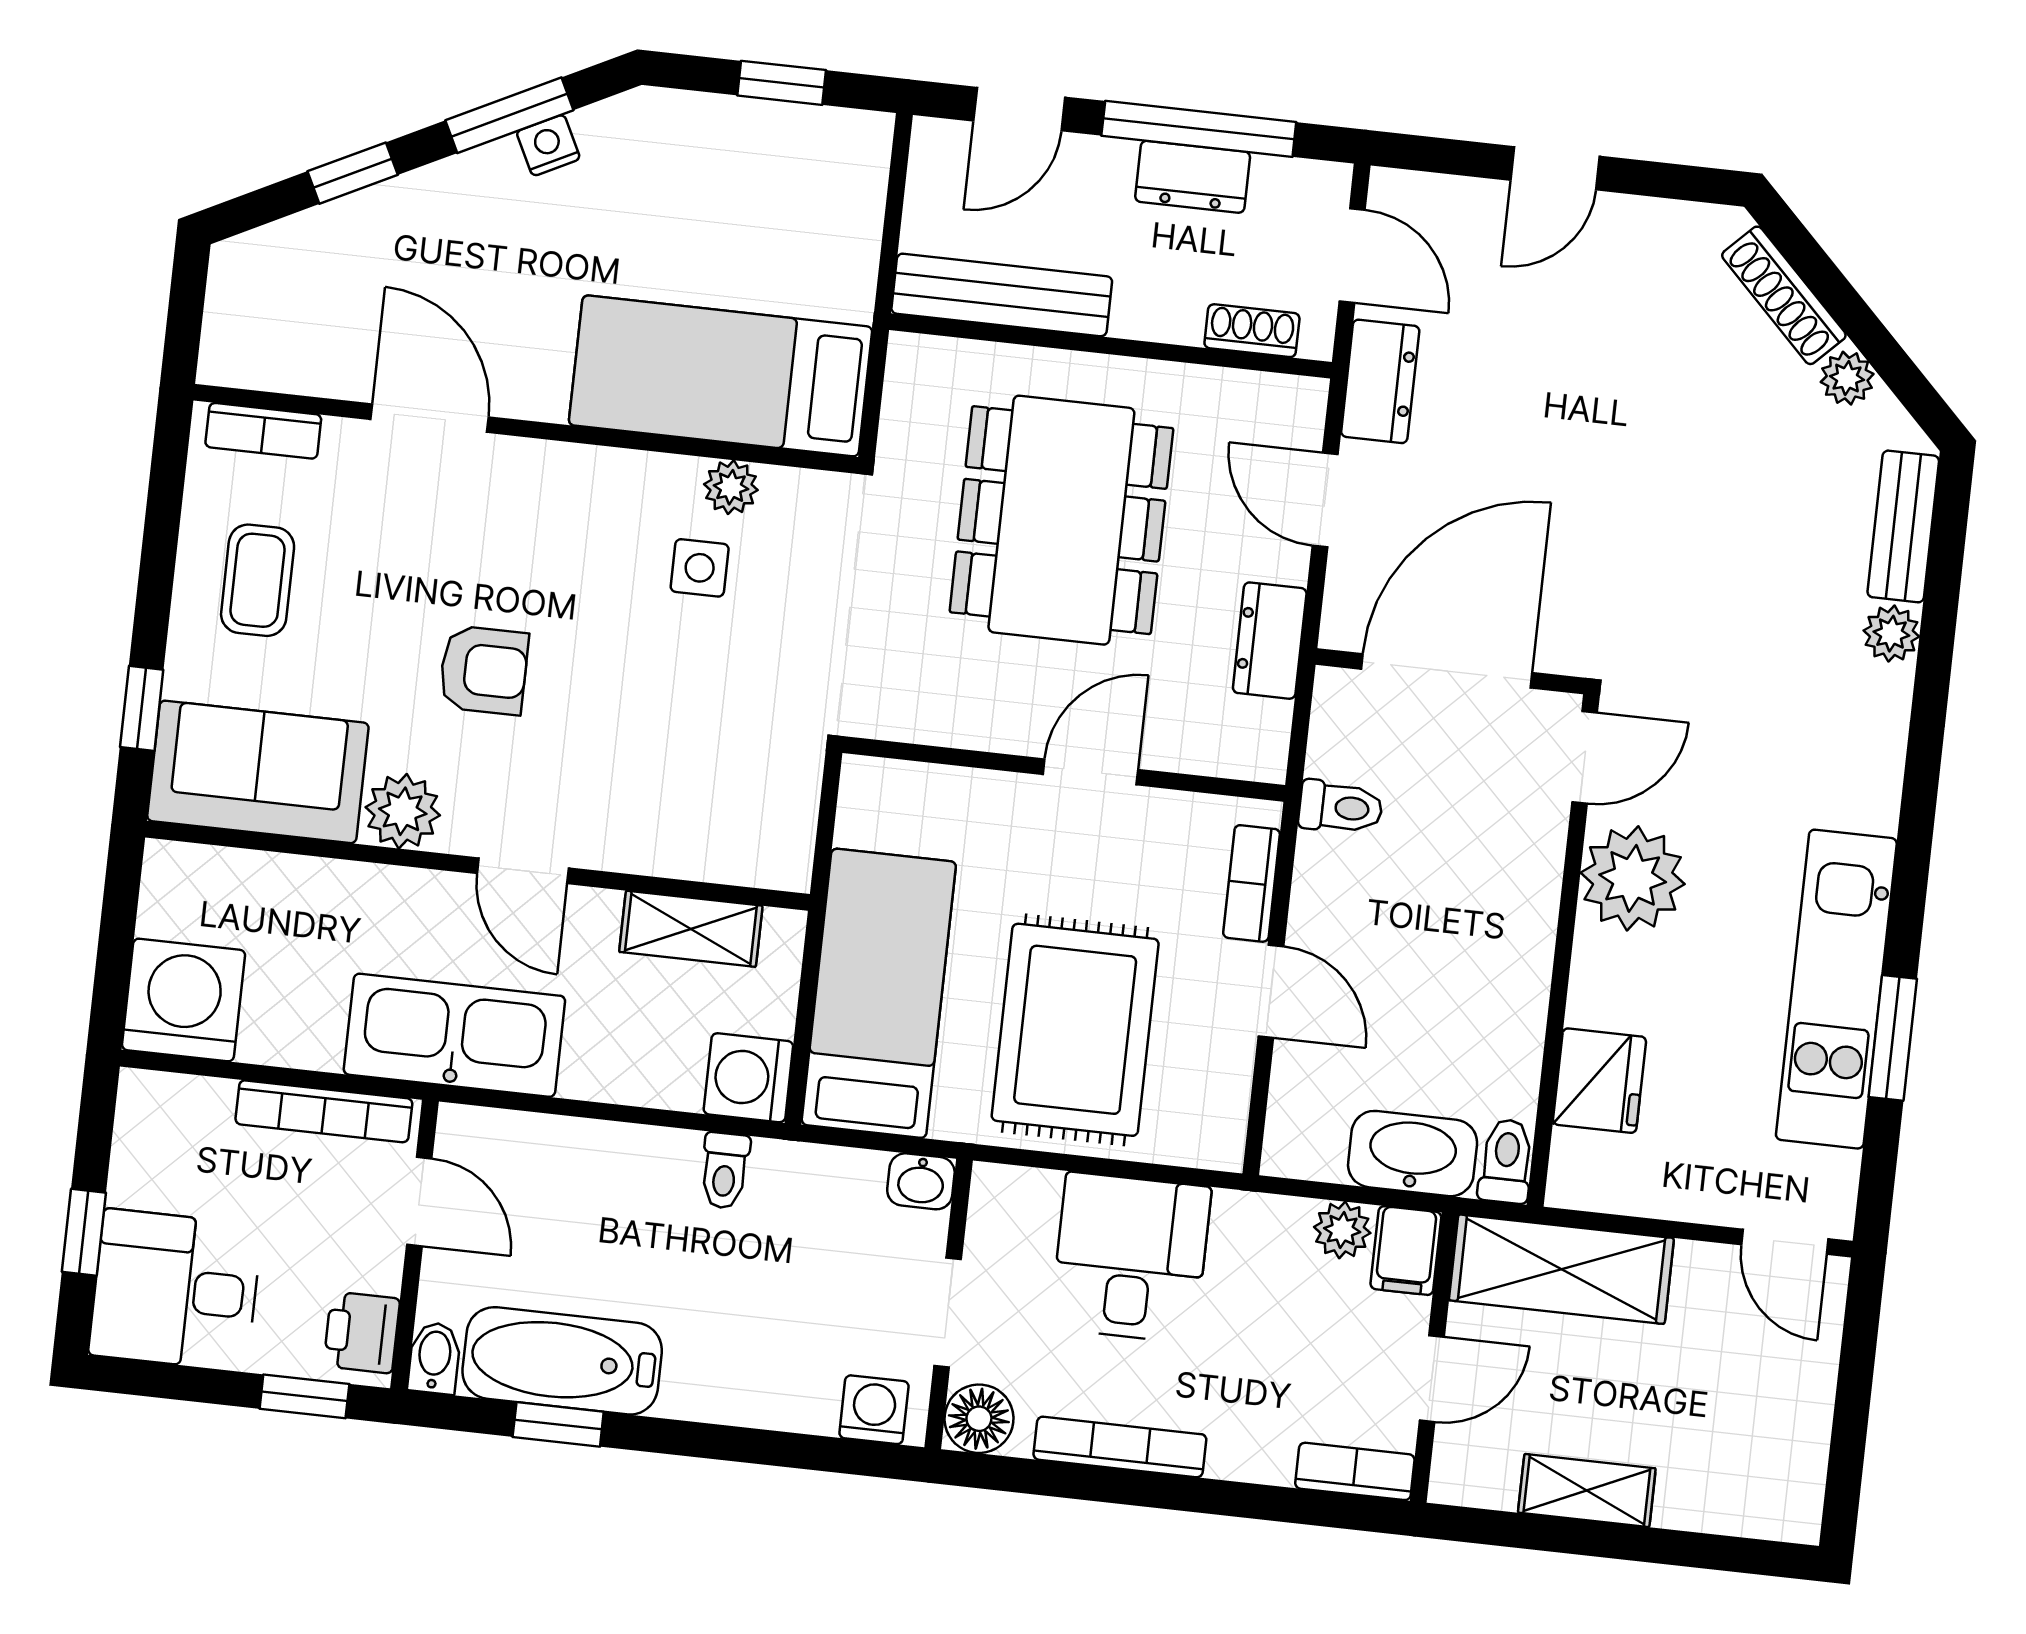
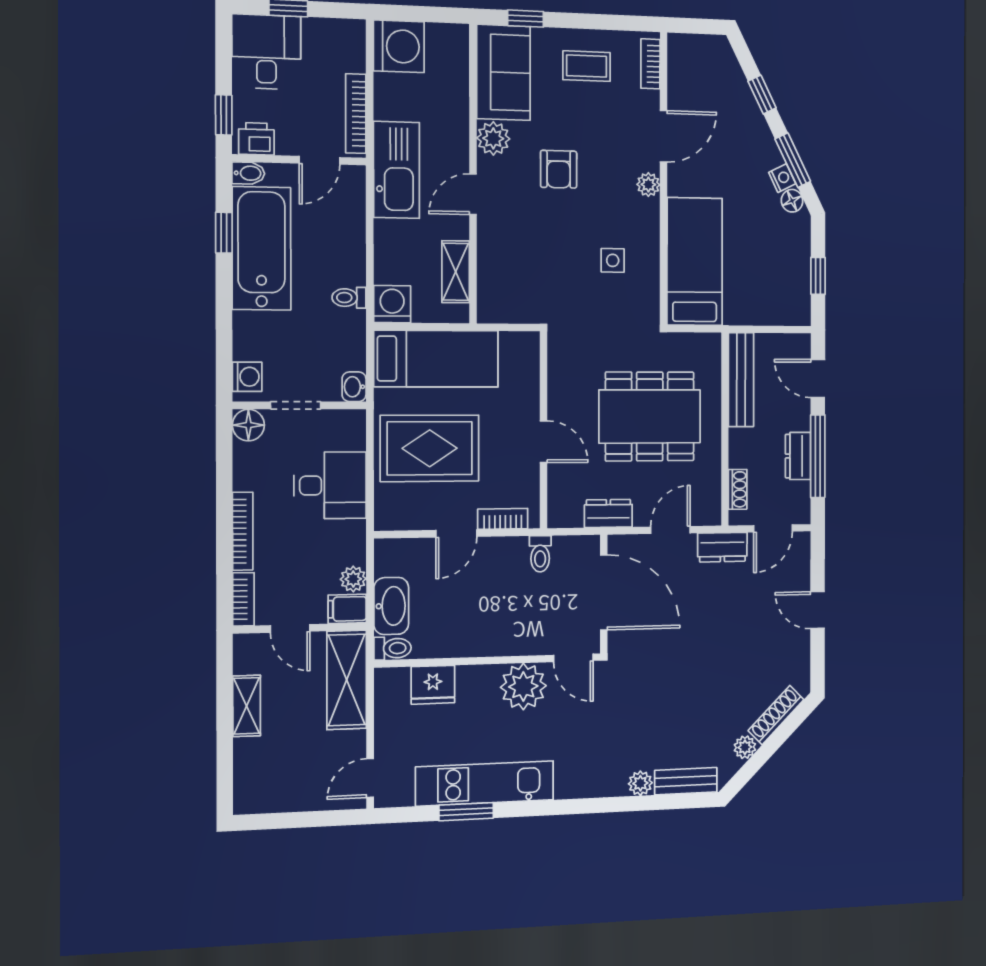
floor lamp: (603, 127) -> (792, 201), added
plant: (731, 487) -> (648, 185), moved
bathtub: (562, 1361) -> (261, 248), width x1.36, depth x1.36
bookcase: (1120, 1447) -> (243, 531), moved

